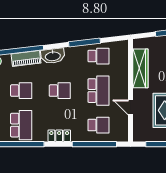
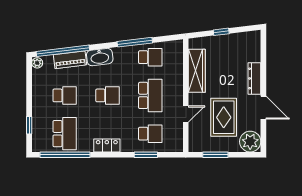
door: (130, 107) -> (186, 114), swing flipped
window: (94, 144) -> (146, 155), width x0.47

